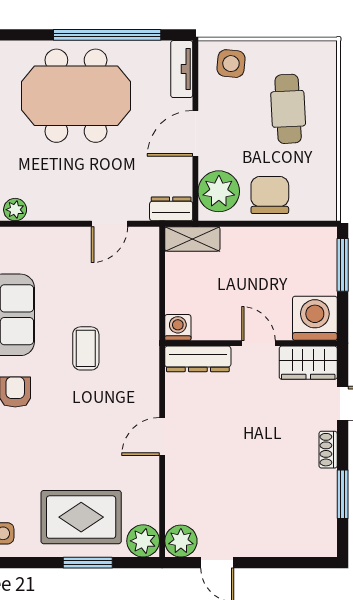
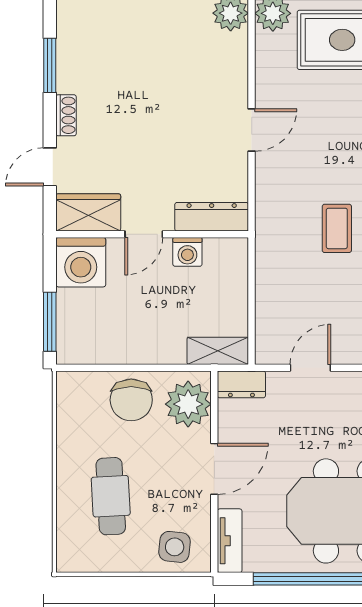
washing machine: (178, 327) -> (187, 252), moved
door: (258, 343) -> (144, 234), hinge flipped

